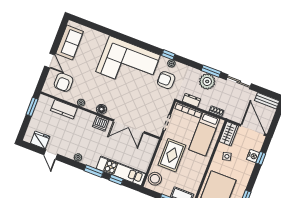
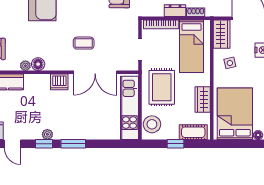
dresser: (191, 100) -> (175, 11), moved
coffee table: (129, 102) -> (84, 43), added
floor lamp: (101, 109) -> (38, 64), moved
kitchen unit: (121, 171) -> (130, 108), moved, turned -90
wardrobe: (198, 175) -> (203, 100), added
window: (116, 180) -> (44, 144), moved

